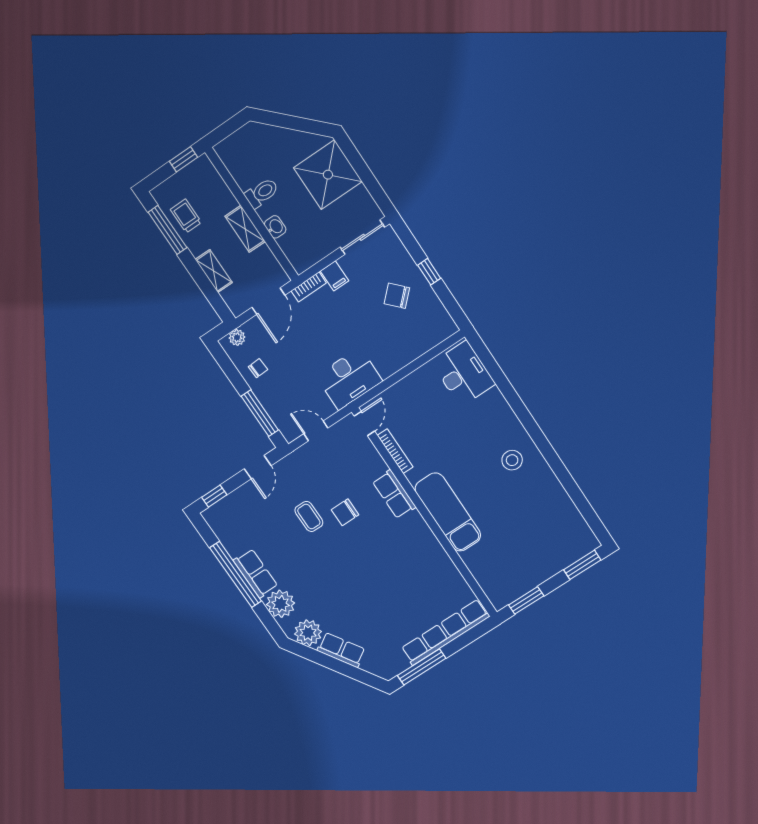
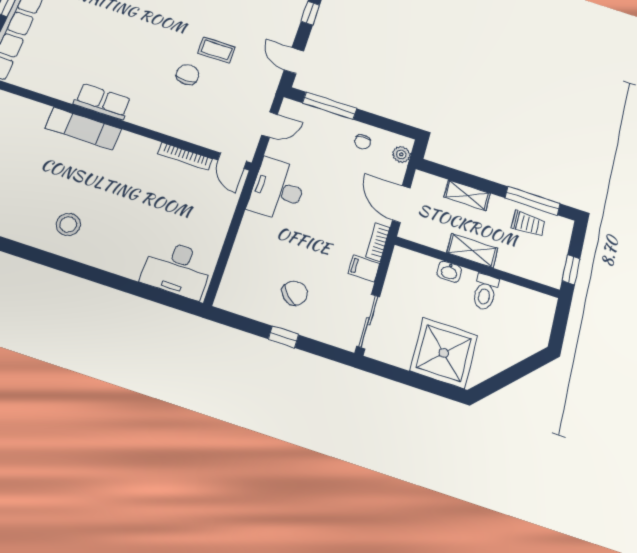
row of seats: (394, 494) -> (102, 102), moved
exam couch: (448, 512) -> (83, 128), width x0.73, depth x0.69

